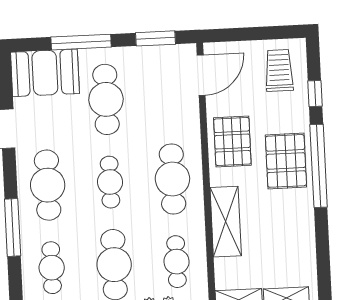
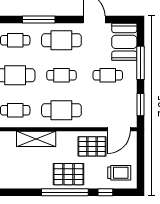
door: (201, 75) -> (119, 129), hinge flipped
cafe table: (106, 99) -> (108, 75), width x0.73, depth x0.74
pallet: (232, 142) -> (92, 146), moved

